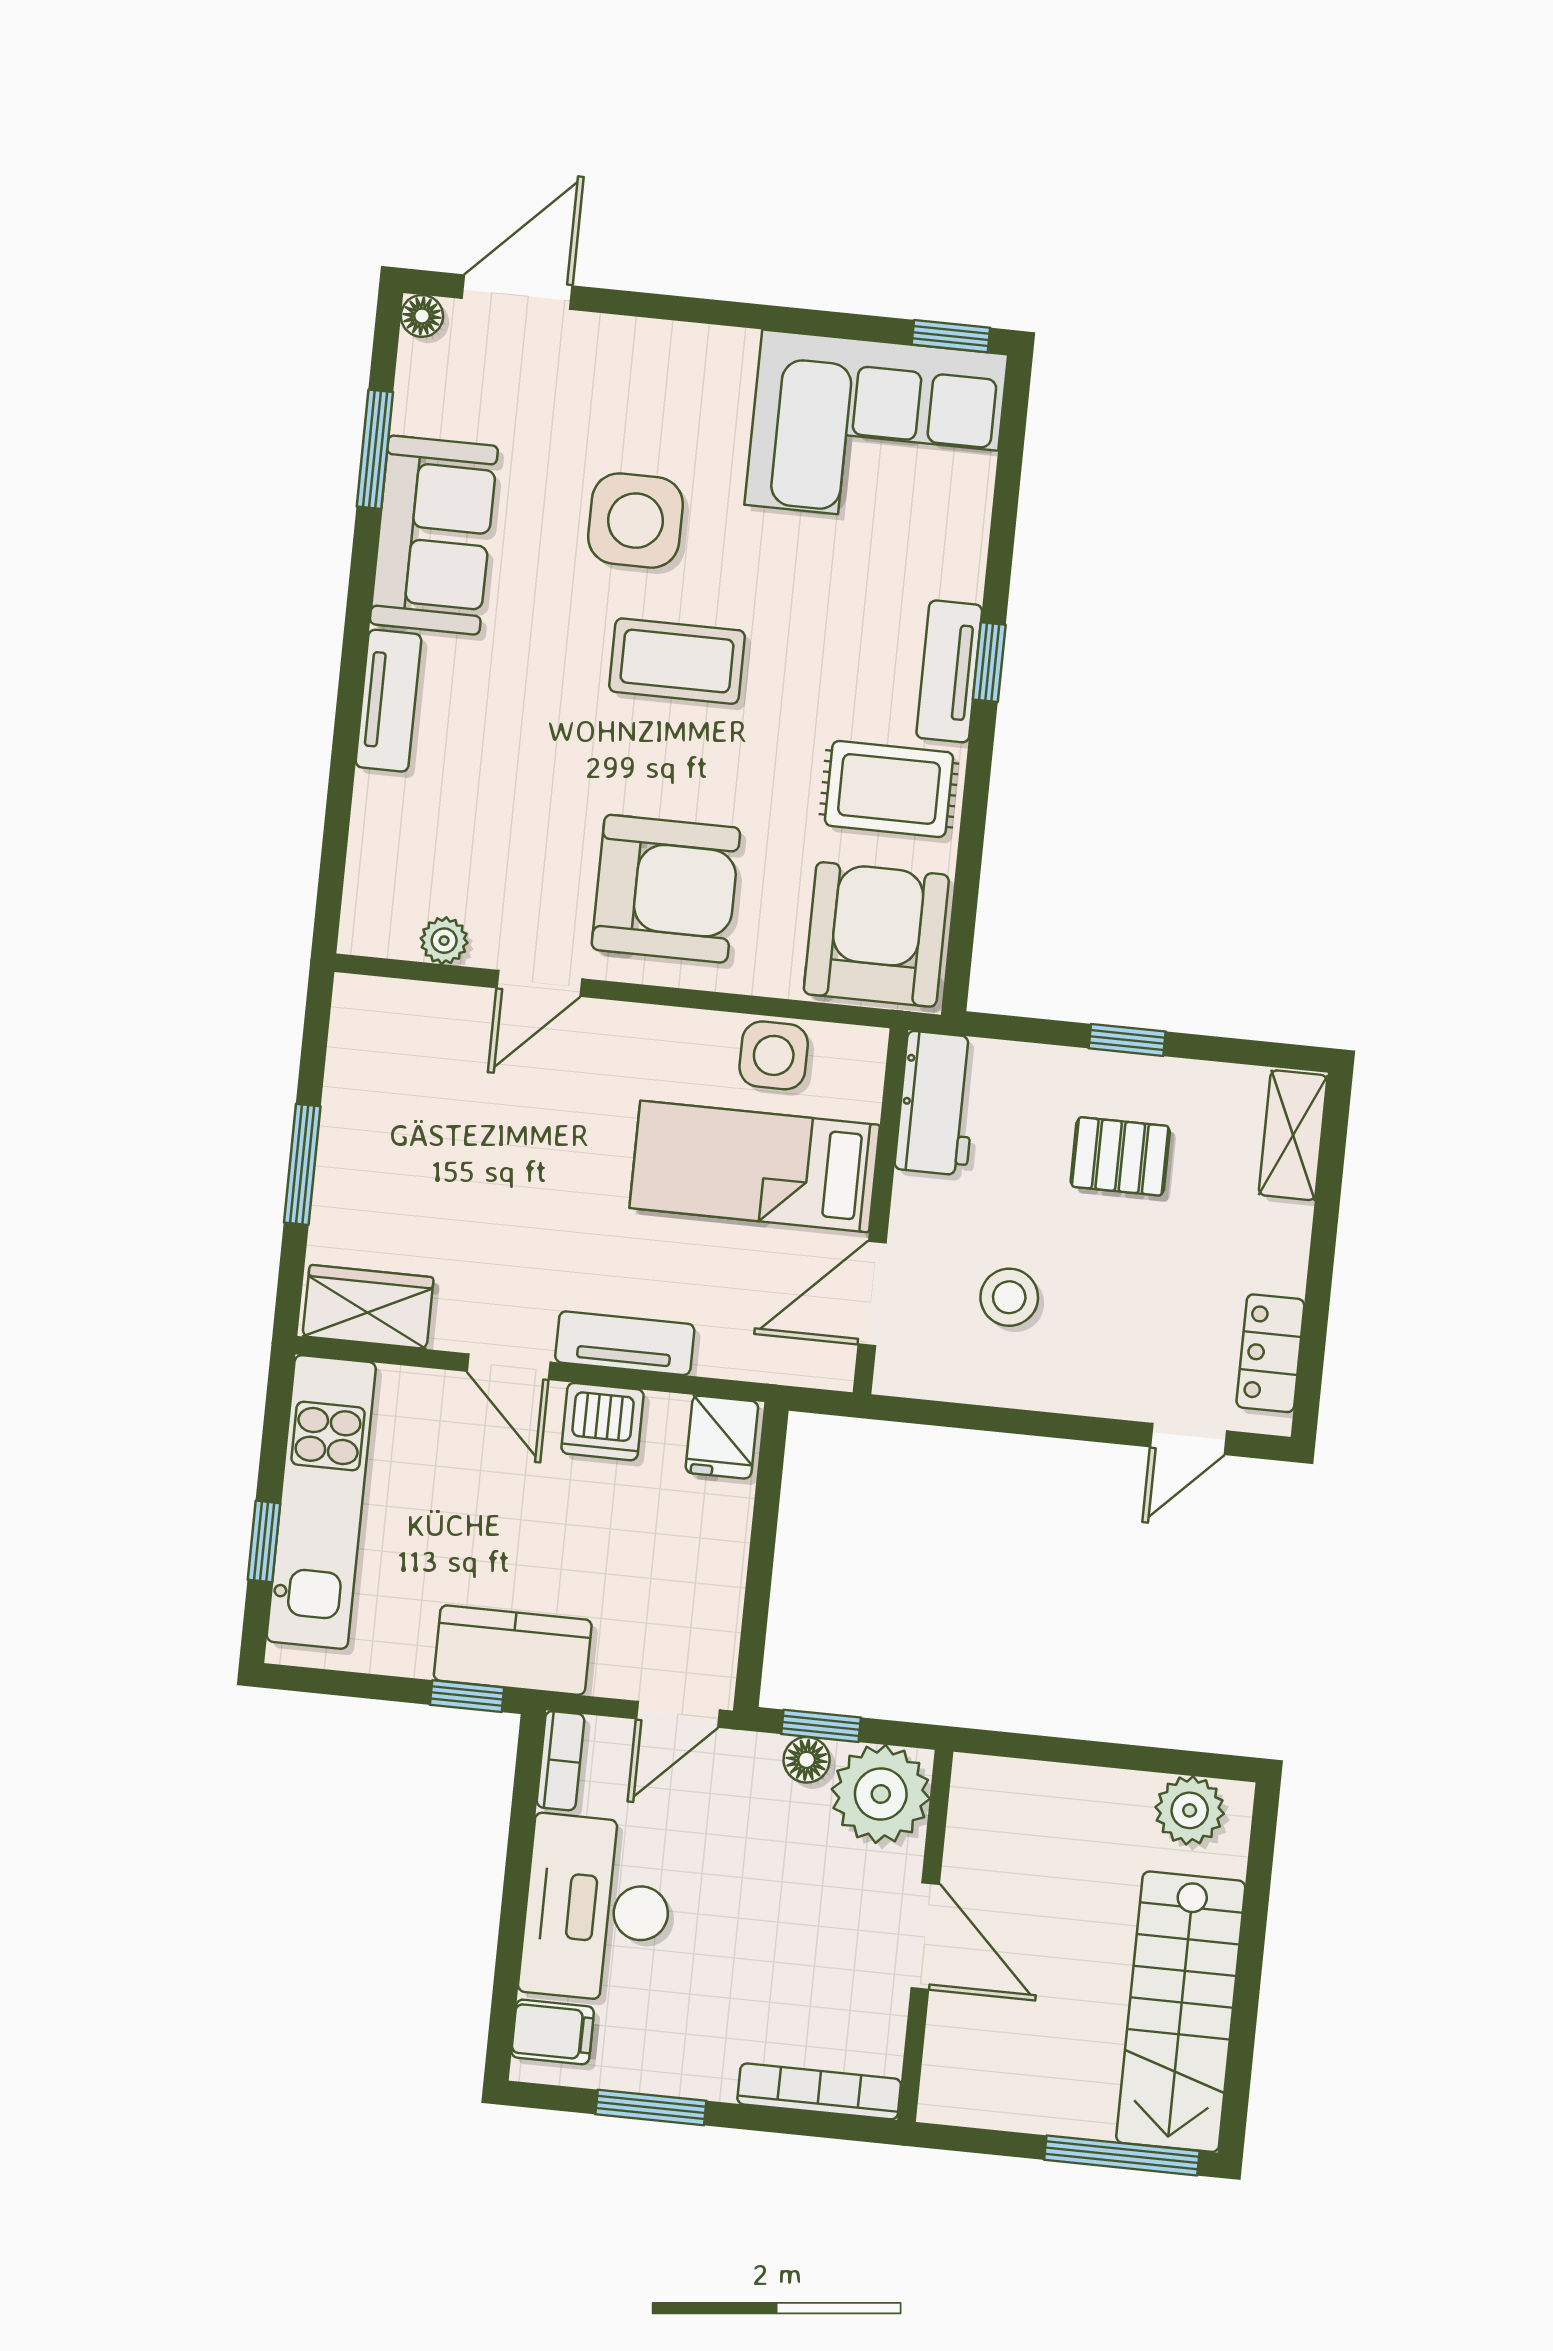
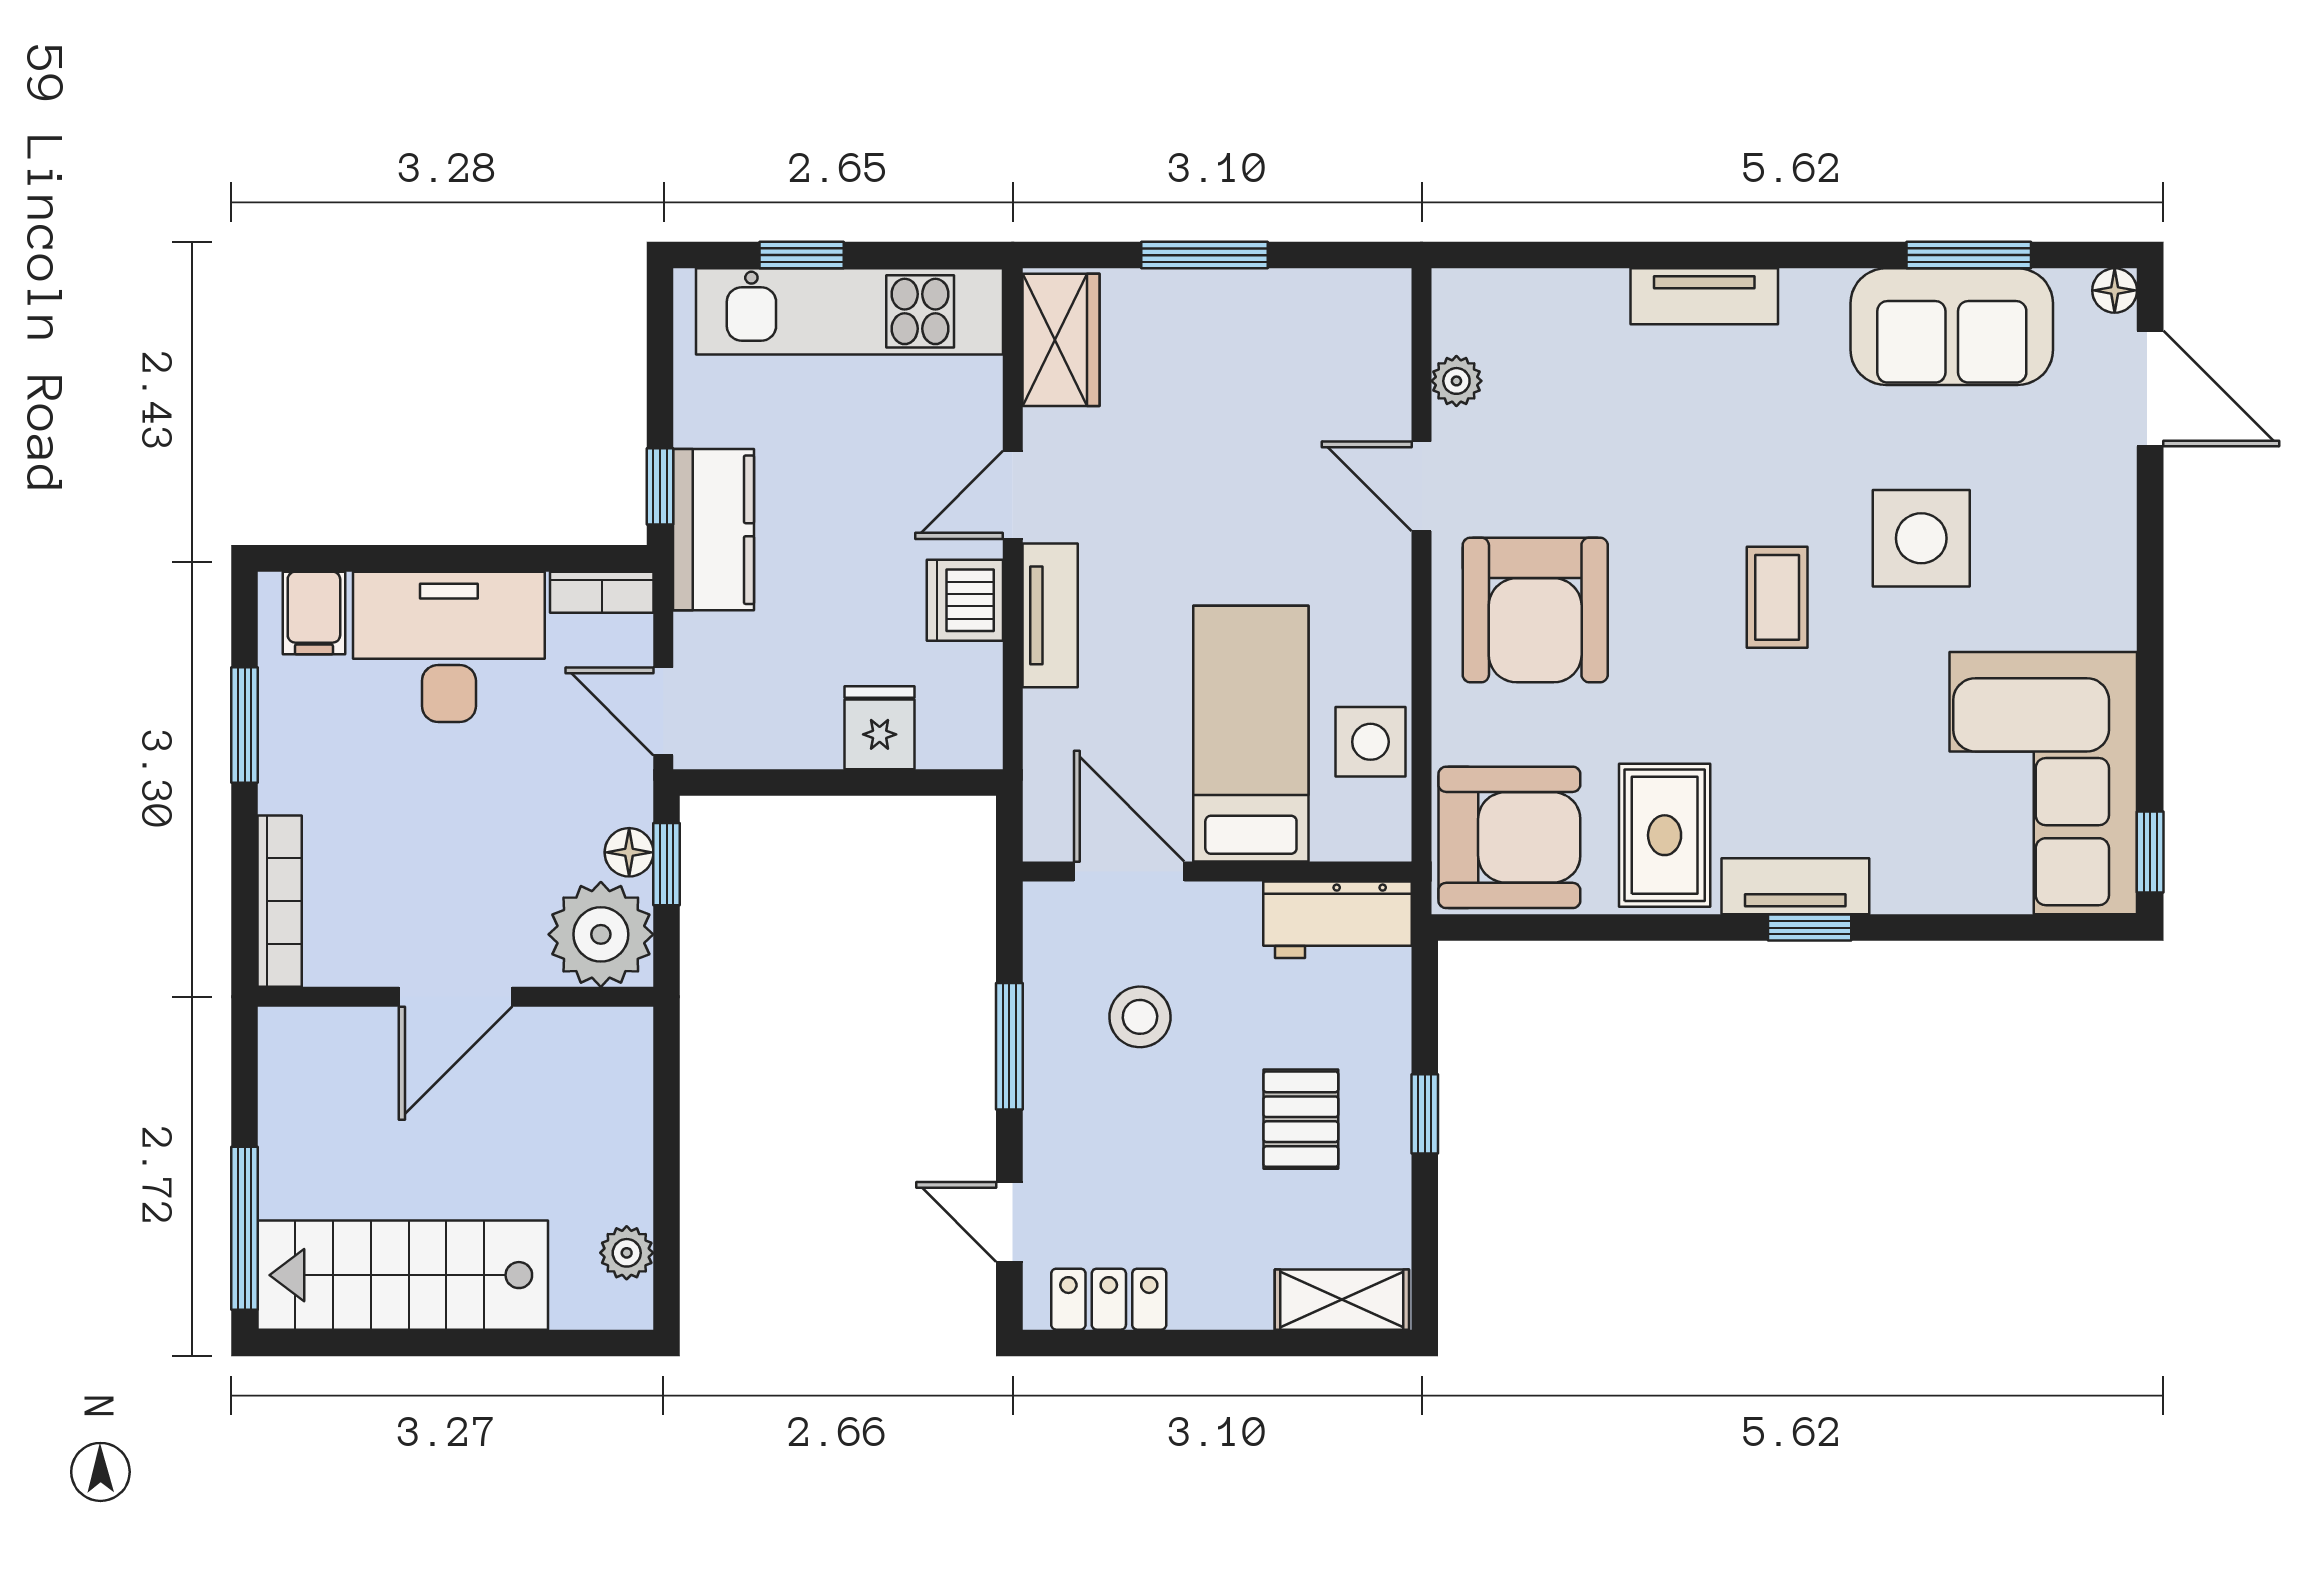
sofa: (434, 535) -> (1952, 327), moved
coffee table: (677, 661) -> (1777, 597), width x0.73, depth x0.77
window: (1024, 1422) -> (1009, 1046), added
fridge: (722, 1437) -> (880, 728), moved, turned 90
plant: (1190, 1810) -> (627, 1253), width x0.73, depth x0.73

